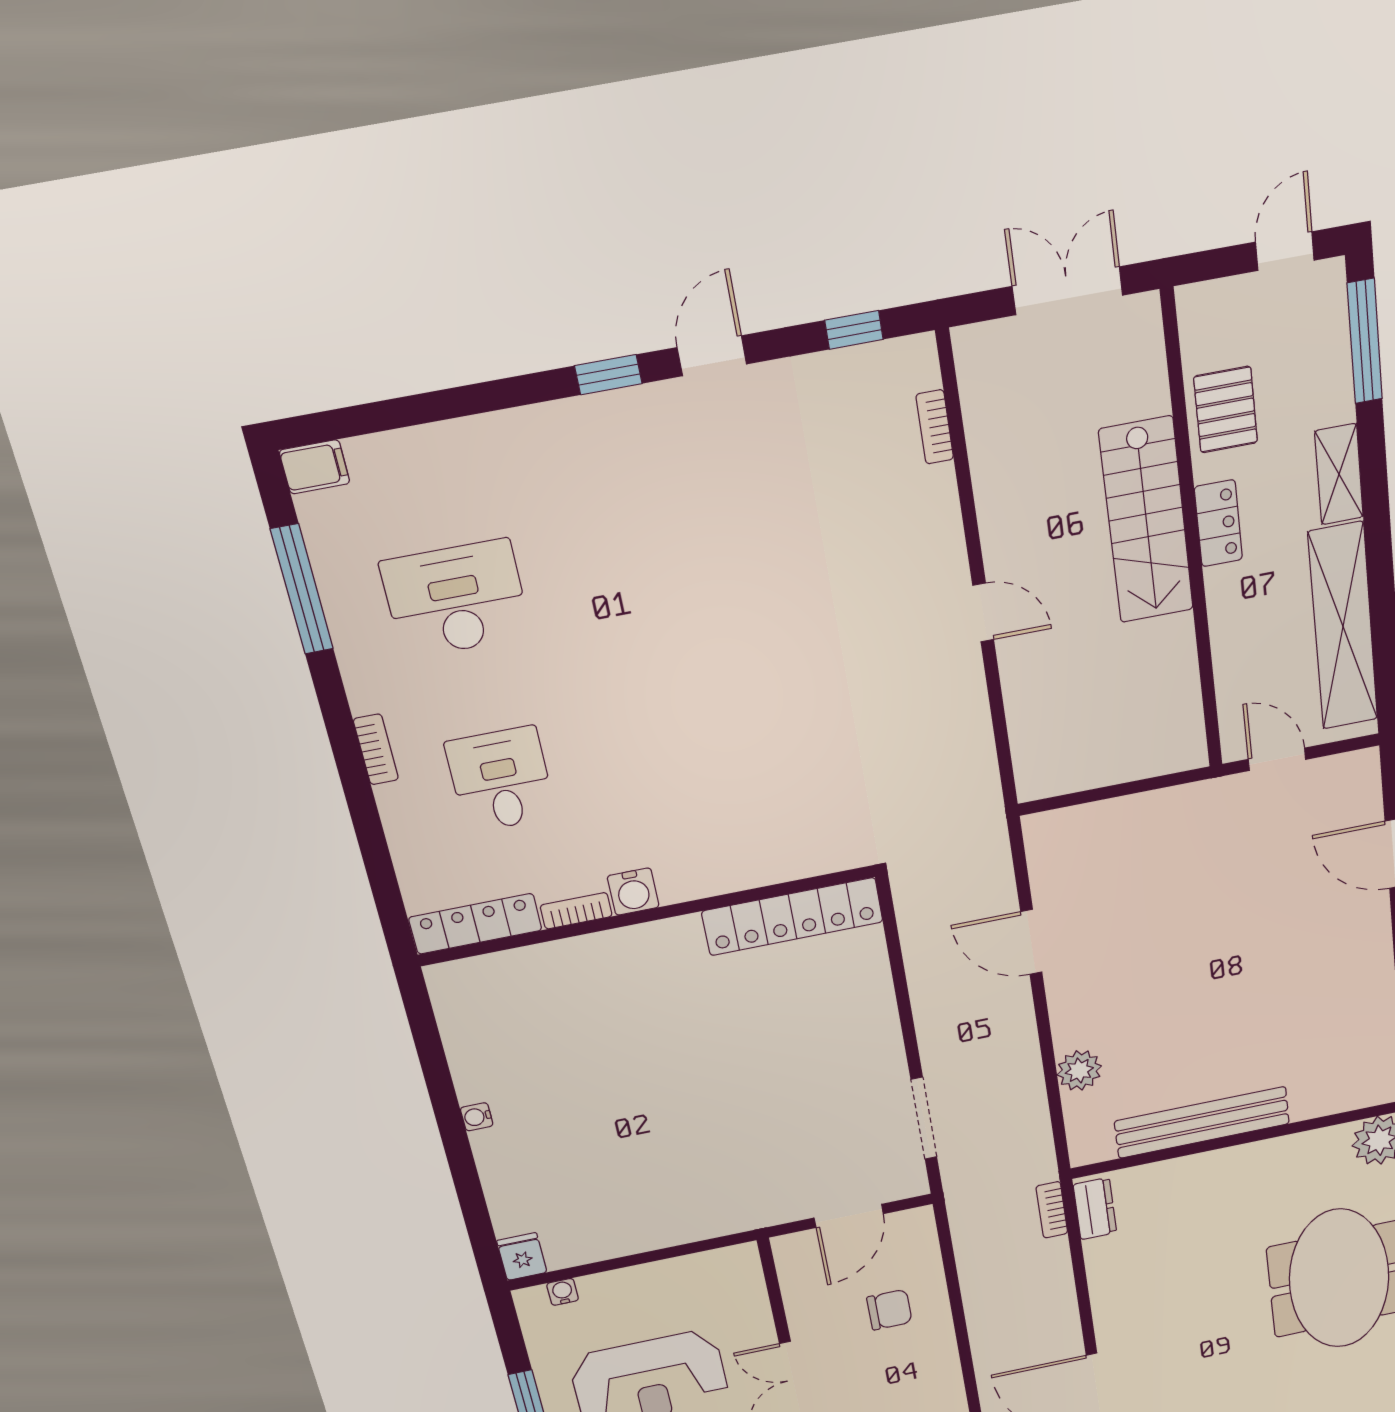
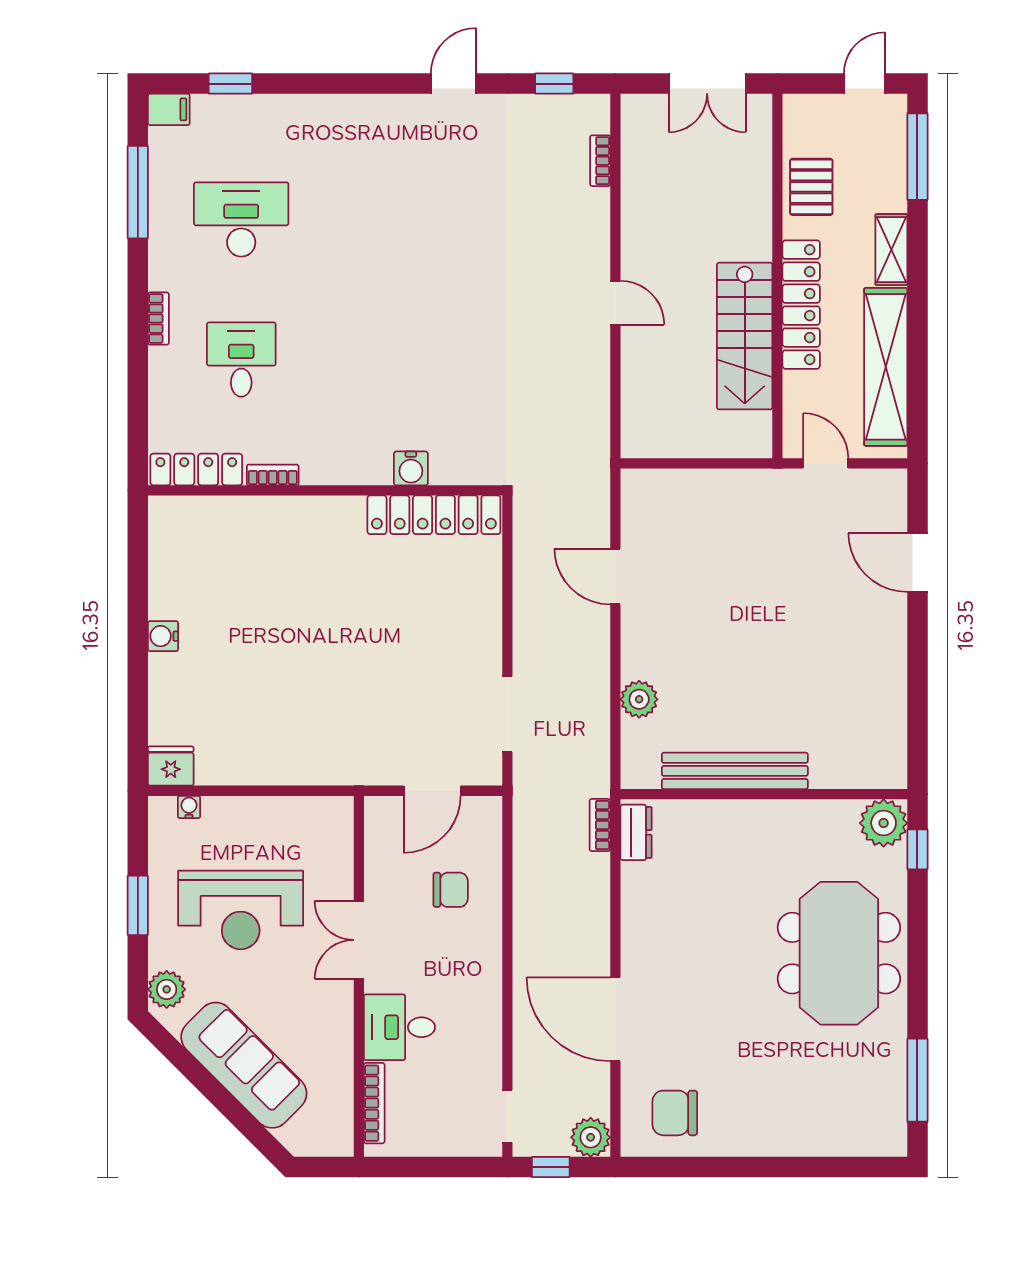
double door: (1068, 291) -> (707, 84), swing flipped
window: (608, 375) -> (230, 84), moved
stairs: (1146, 521) -> (745, 336), moved
locker: (1218, 523) -> (801, 305), width x2.16, depth x1.21
water cooler: (633, 892) -> (411, 468), moved
water cooler: (477, 1117) -> (163, 636), width x1.38, depth x1.38
fridge: (522, 1257) -> (171, 766), width x1.38

